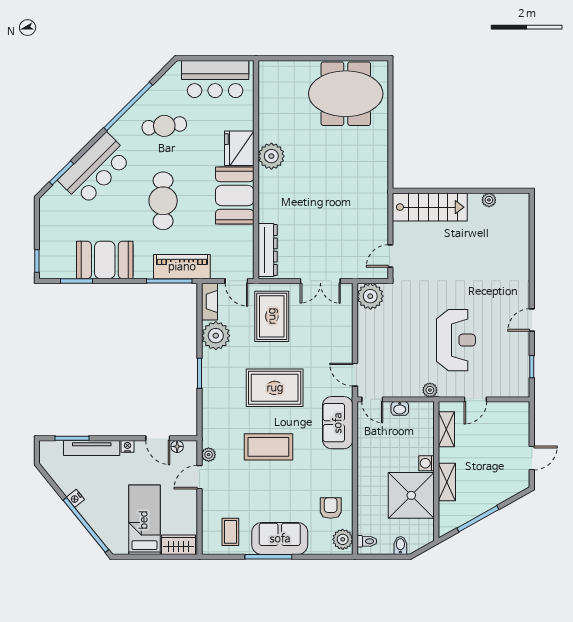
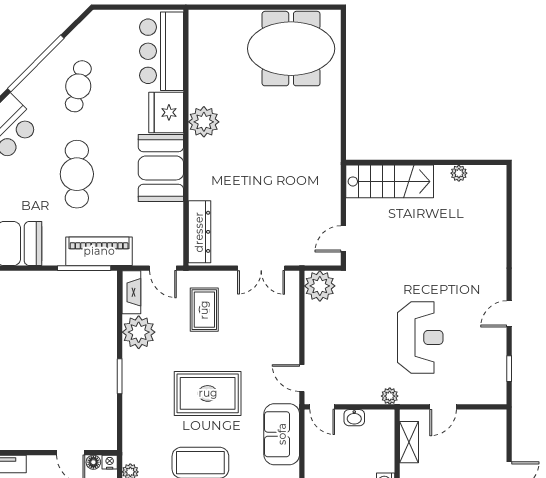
bar counter: (215, 79) -> (162, 51), moved, turned 90
cafe table: (164, 126) -> (78, 86), turned -70
rug: (272, 316) -> (204, 310), width x0.73, depth x0.70
nightstand: (127, 446) -> (110, 462), moved

